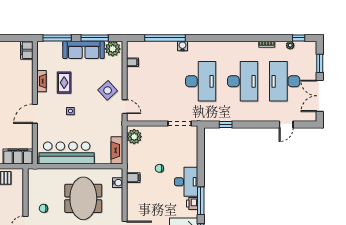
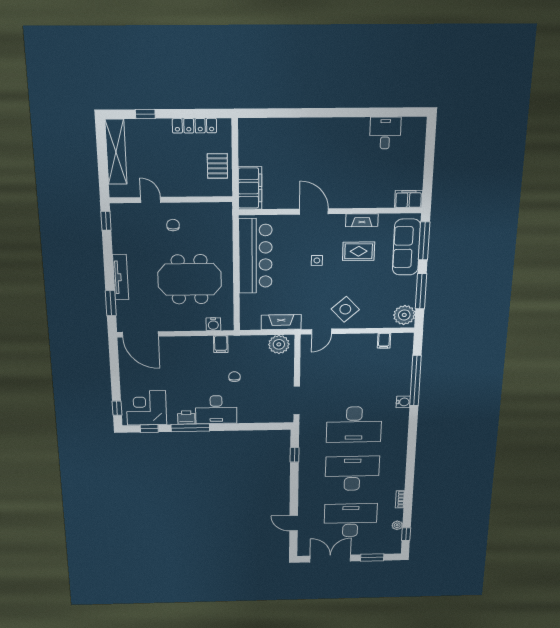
sofa: (84, 50) -> (406, 247), moved
desk: (243, 81) -> (352, 473), turned 180
fireplace: (117, 150) -> (281, 322), moved

